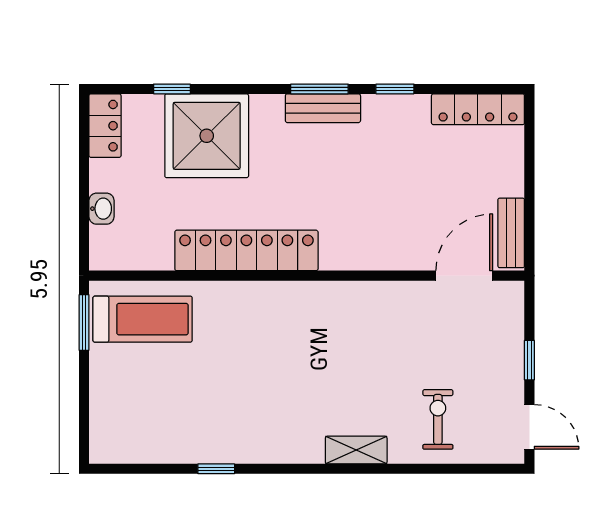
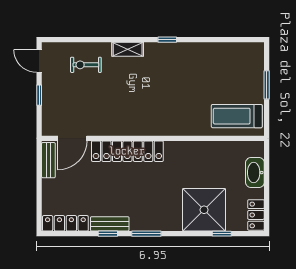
bench: (323, 108) -> (110, 224), moved
washbasin: (101, 209) -> (255, 173), width x1.91, depth x1.45
locker: (246, 250) -> (127, 151), moved
window: (84, 322) -> (267, 85), moved
exercise bike: (438, 419) -> (86, 65), turned 90
window: (216, 469) -> (167, 40), moved

